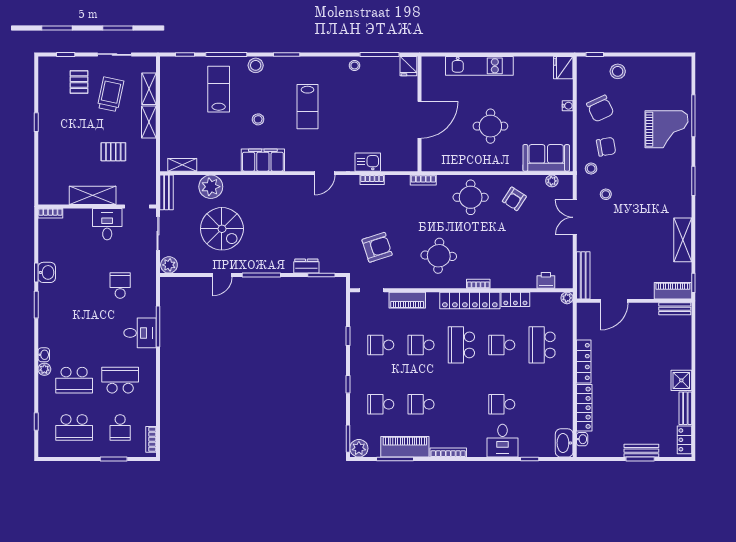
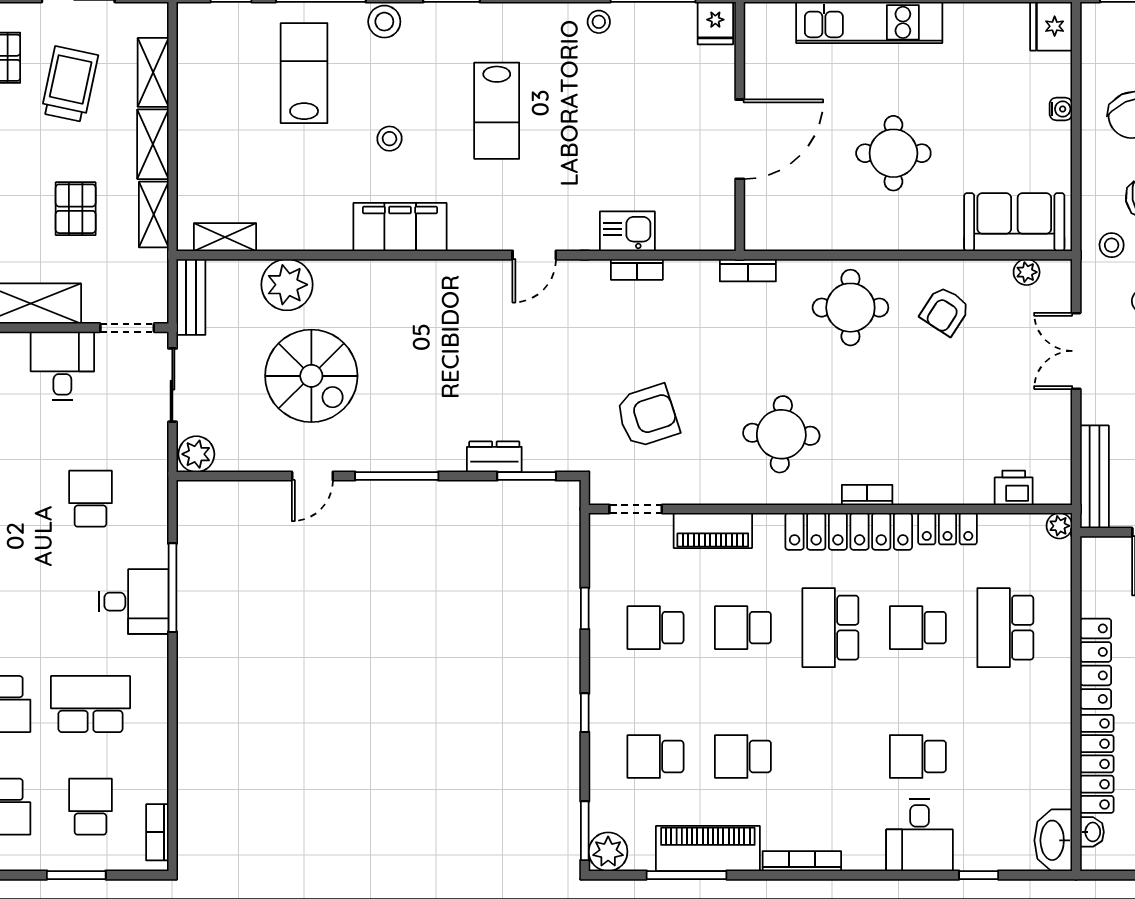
pallet: (113, 152) -> (76, 209), turned 90
shelving: (149, 154) -> (154, 215), added
school desk: (120, 427) -> (90, 807), turned 180

